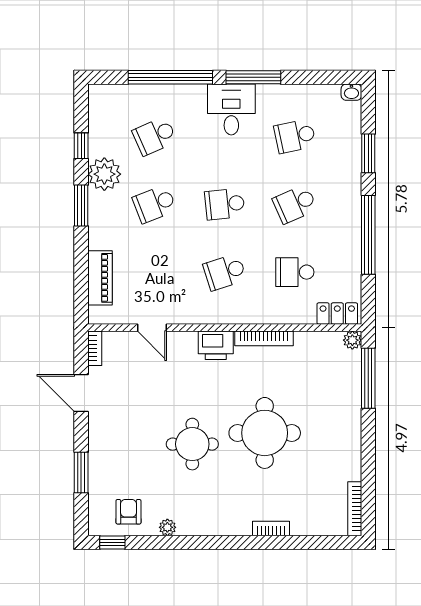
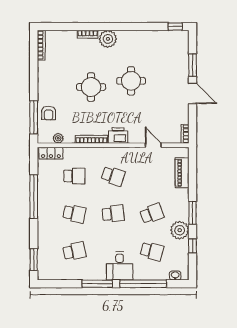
washbasin: (351, 92) -> (175, 276), moved
desk: (231, 109) -> (120, 266), moved
school desk: (155, 136) -> (152, 251), turned 39
window: (368, 153) -> (34, 260), moved
school desk: (295, 204) -> (74, 214), turned 36
school desk: (225, 272) -> (113, 176), turned 36
plant: (352, 340) -> (58, 138), moved
door: (81, 393) -> (193, 93), moved
round table: (265, 433) -> (91, 87), width x0.73, depth x0.73
armchair: (128, 512) -> (48, 113), moved
plant: (167, 527) -> (108, 39), moved, width x1.88, depth x1.88

